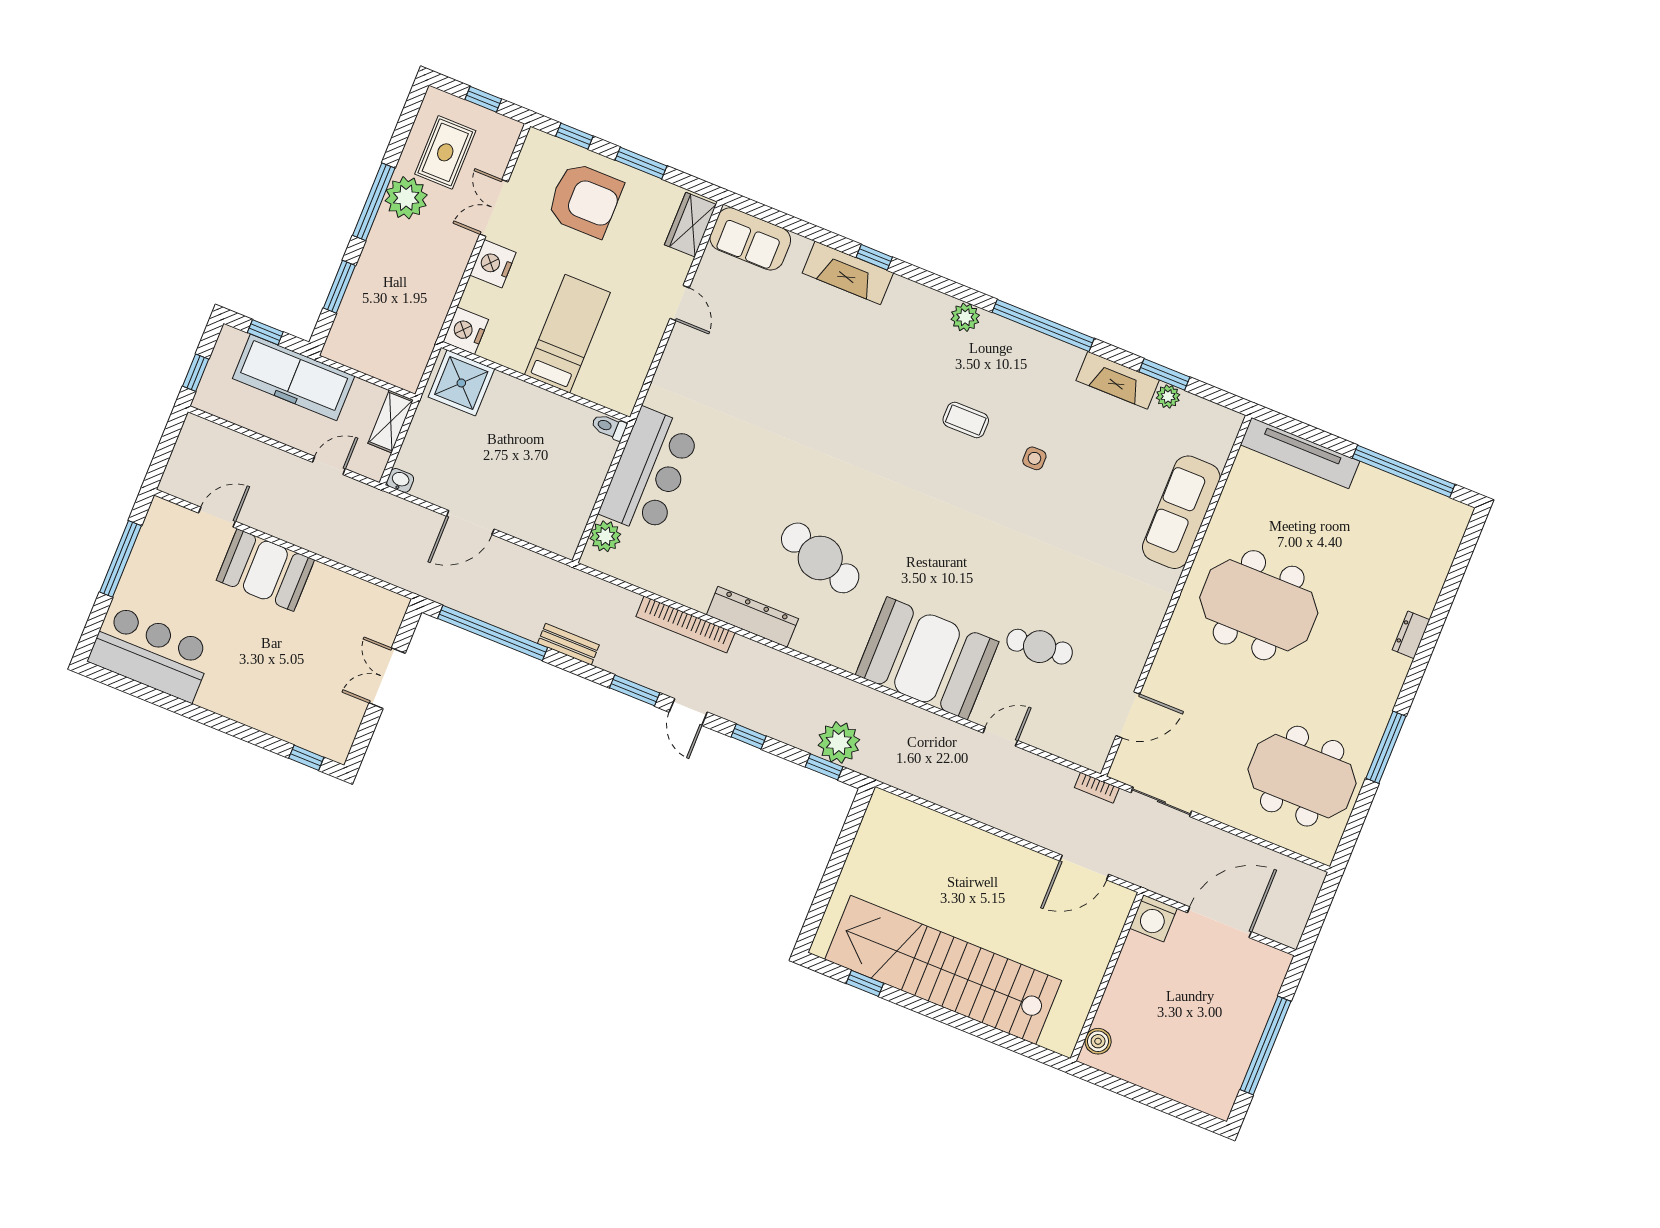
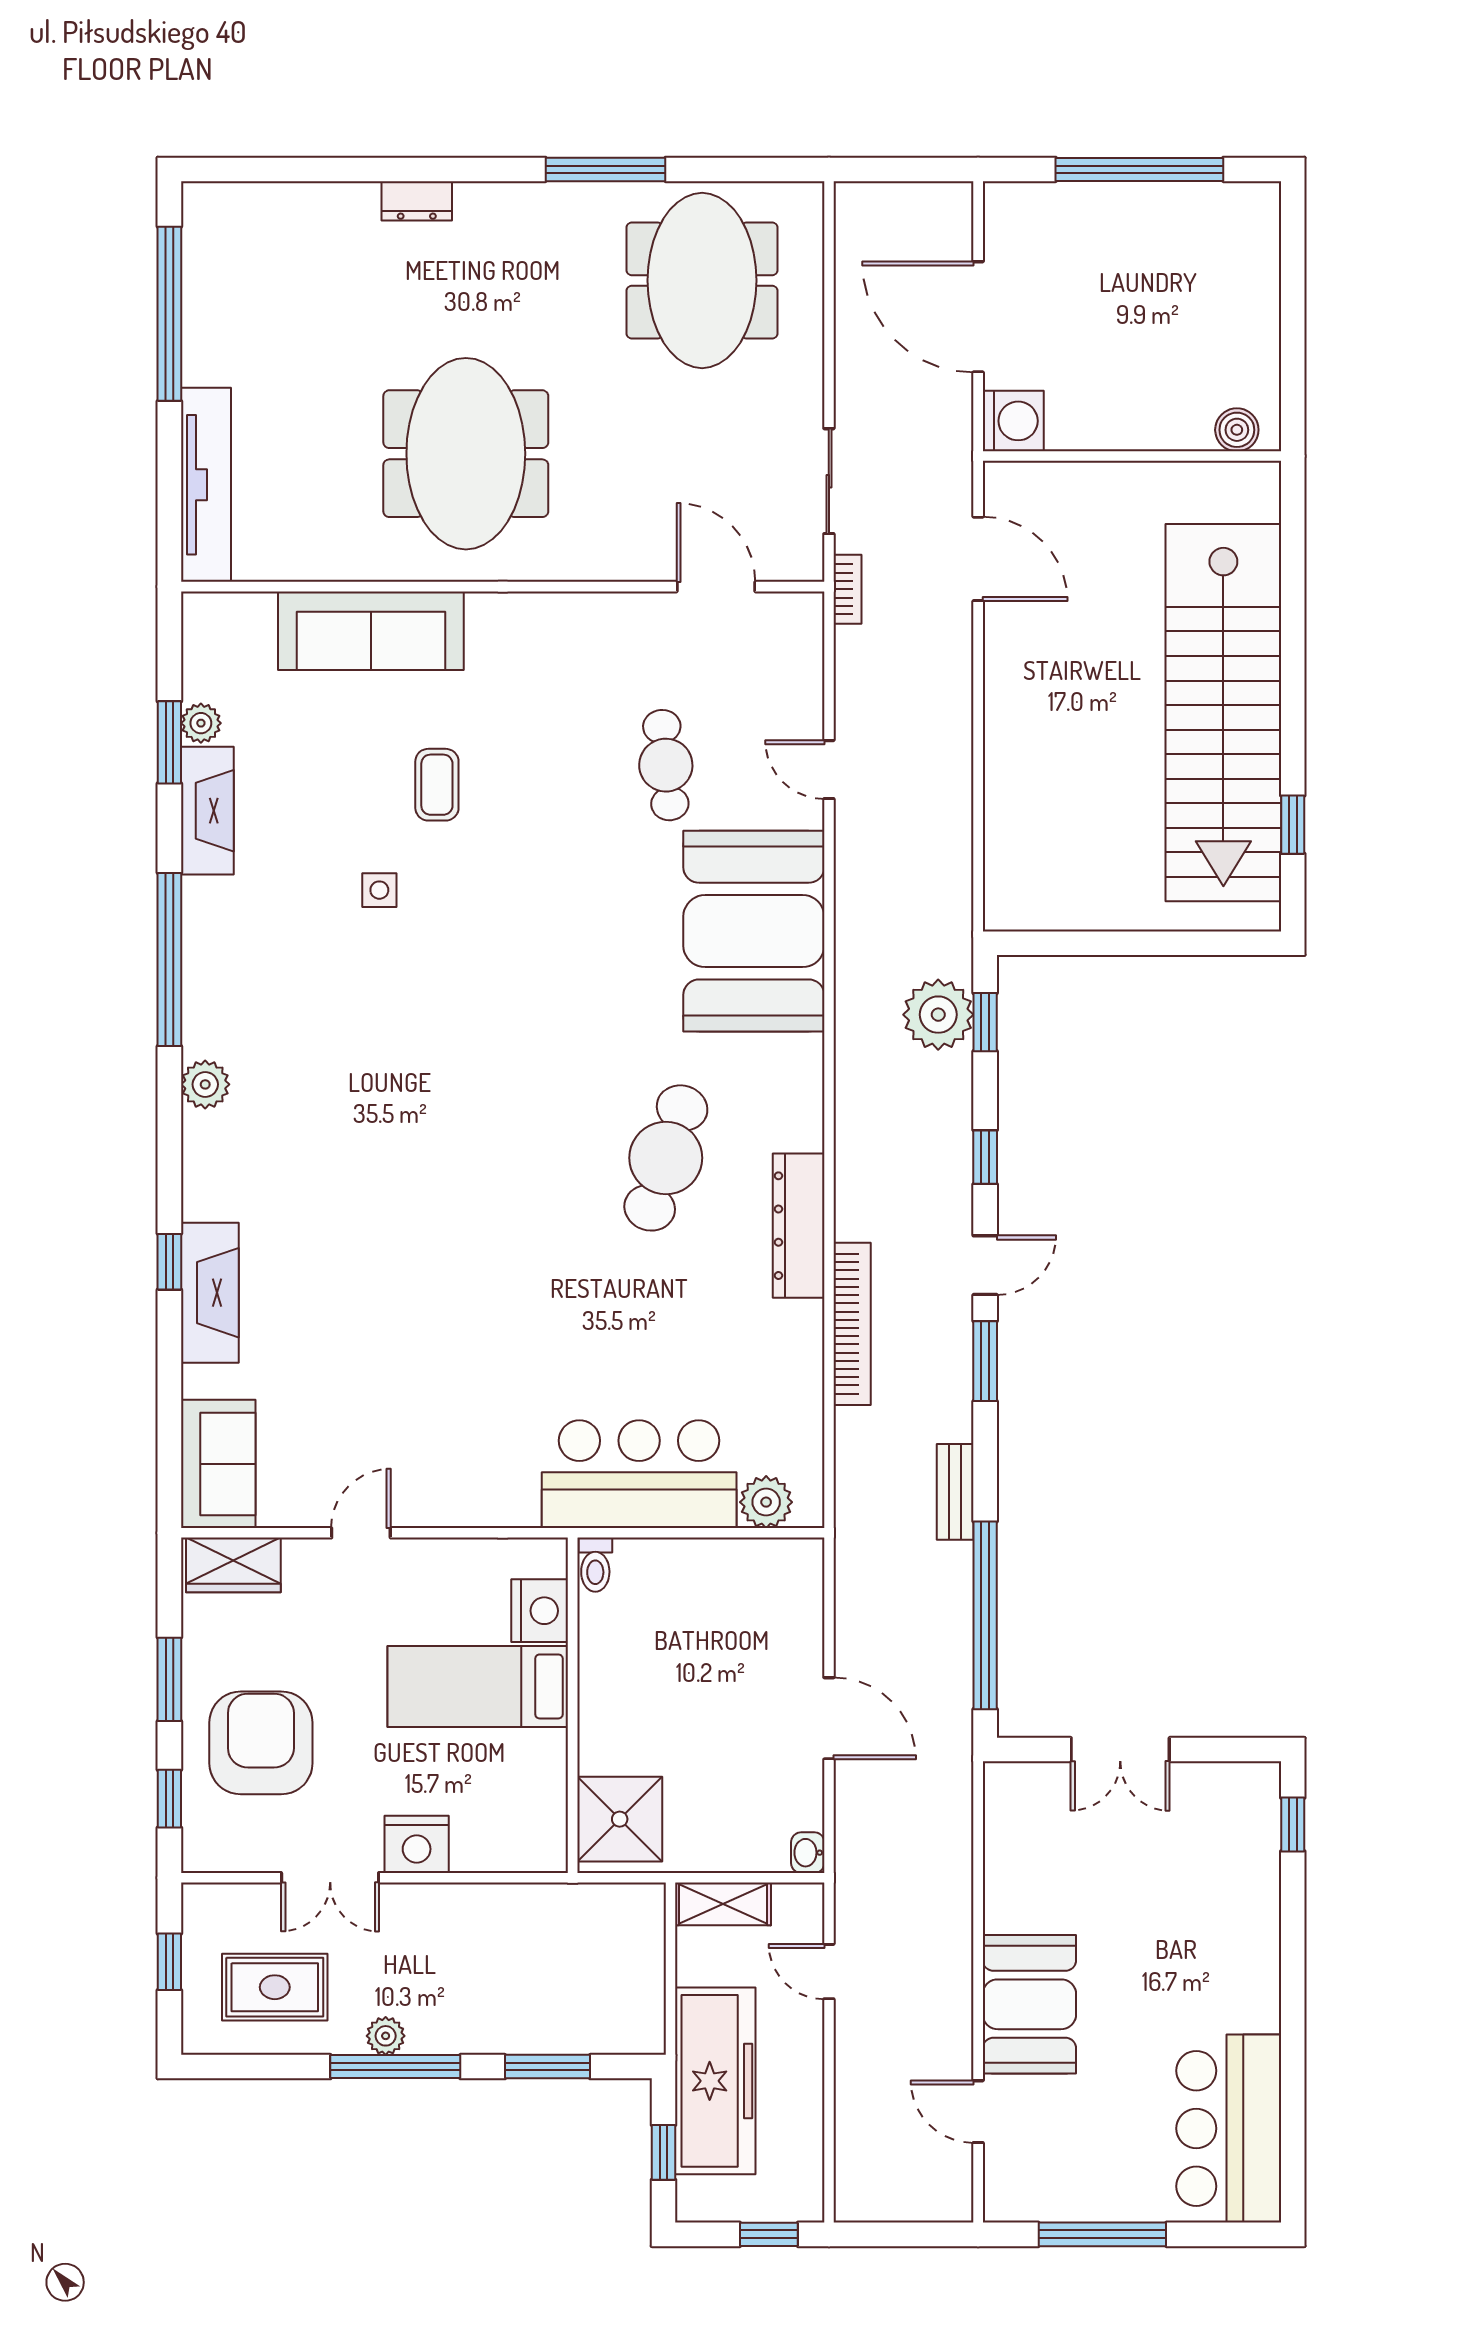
plant: (406, 198) -> (386, 2036), width x0.53, depth x0.53
nightstand: (466, 331) -> (540, 1611), moved, turned -90
coffee table: (966, 420) -> (437, 785), moved

